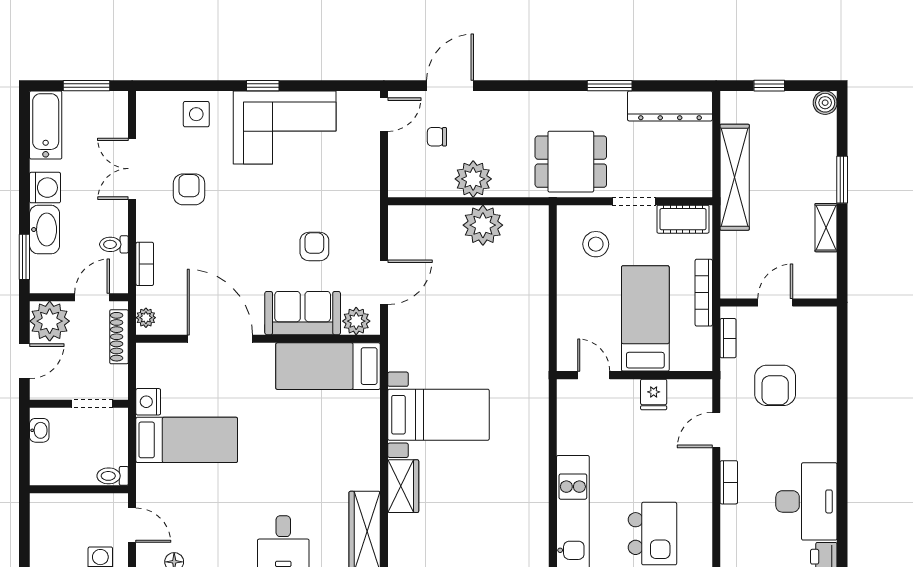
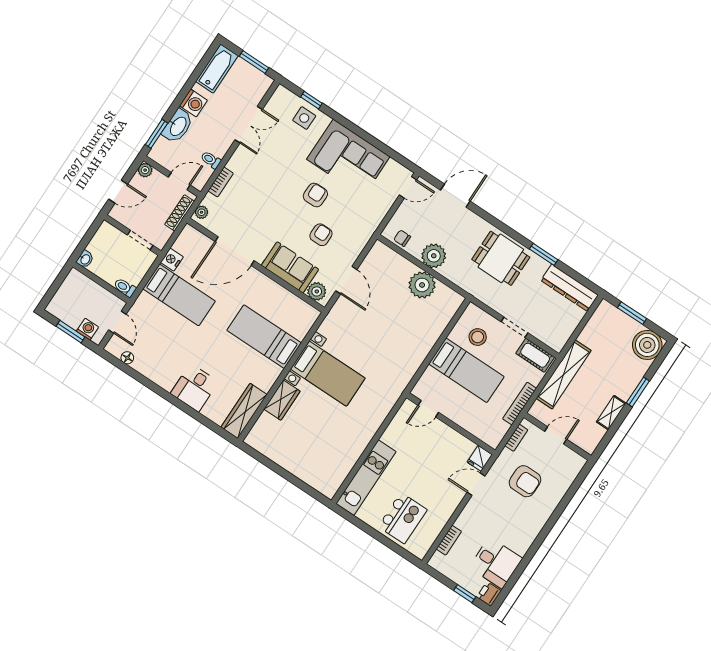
window: (263, 86) -> (311, 100), moved
window: (769, 86) -> (632, 313), width x1.50
boiler: (825, 103) -> (647, 345), width x1.86, depth x1.86
chair: (437, 137) -> (402, 238), moved
dining table: (571, 162) -> (501, 258), moved
double door: (132, 169) -> (249, 125), swing flipped
shelving: (735, 177) -> (564, 374), moved
armchair: (189, 189) -> (315, 195), moved
door: (384, 282) -> (346, 280), hinge flipped
bed: (645, 318) -> (466, 370), moved, turned 90
plant: (50, 321) -> (145, 170), width x0.53, depth x0.53
door: (220, 339) -> (235, 251), swing flipped
bed: (328, 366) -> (264, 337), moved
door: (594, 375) -> (428, 409), swing flipped
armchair: (775, 385) -> (525, 481), turned -90
fridge: (654, 394) -> (480, 458), moved
washbasin: (39, 430) -> (85, 259), moved
bookcase: (729, 482) -> (449, 540), moved
desk: (806, 501) -> (496, 563), width x0.73

